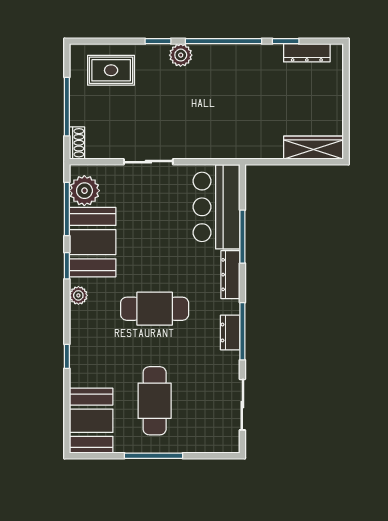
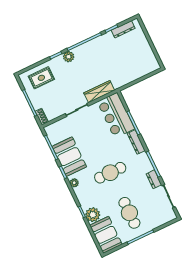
wardrobe: (314, 148) -> (99, 92), moved
plant: (84, 191) -> (93, 215), moved
dresser: (230, 332) -> (154, 179), moved

